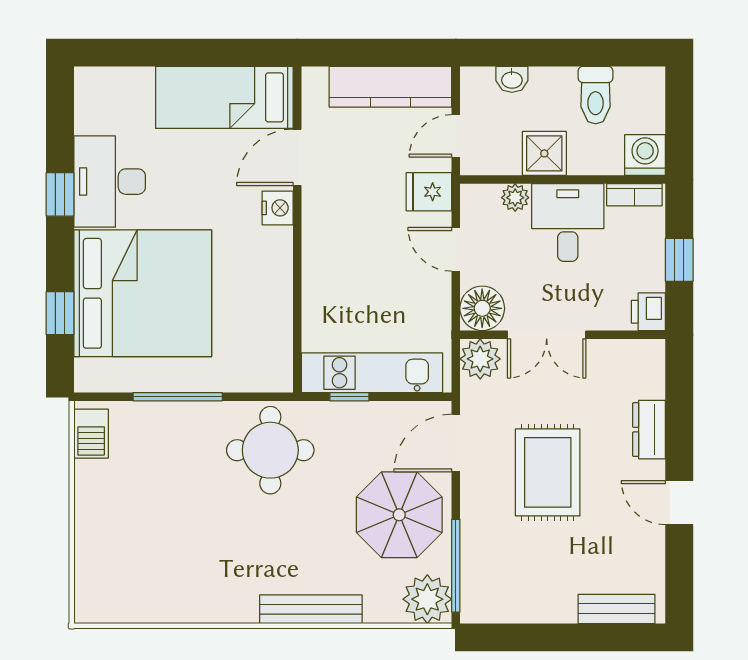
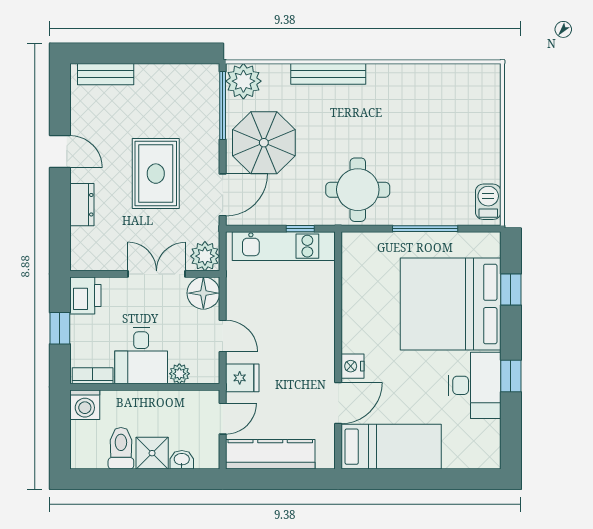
shower: (544, 153) -> (152, 453), moved
printer: (648, 312) -> (85, 295), width x1.36, depth x1.24

